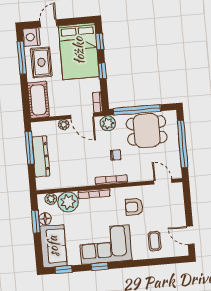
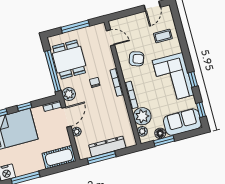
rug: (41, 62) -> (26, 160), removed
window: (183, 144) -> (75, 27), width x0.68
door: (163, 182) -> (110, 38), swing flipped
armchair: (134, 207) -> (136, 59), turned -71

